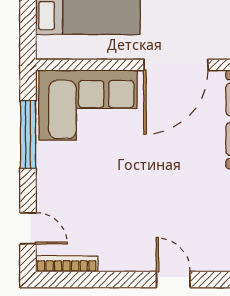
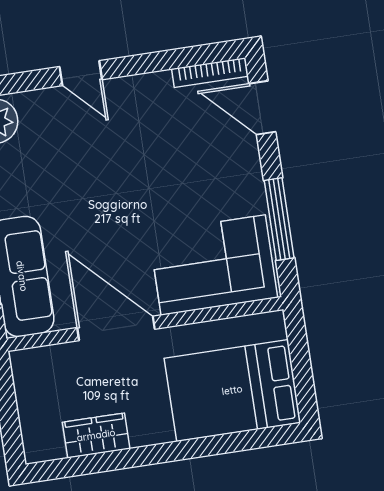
door: (176, 65) -> (116, 328), hinge flipped
door: (28, 228) -> (262, 108), width x1.38

